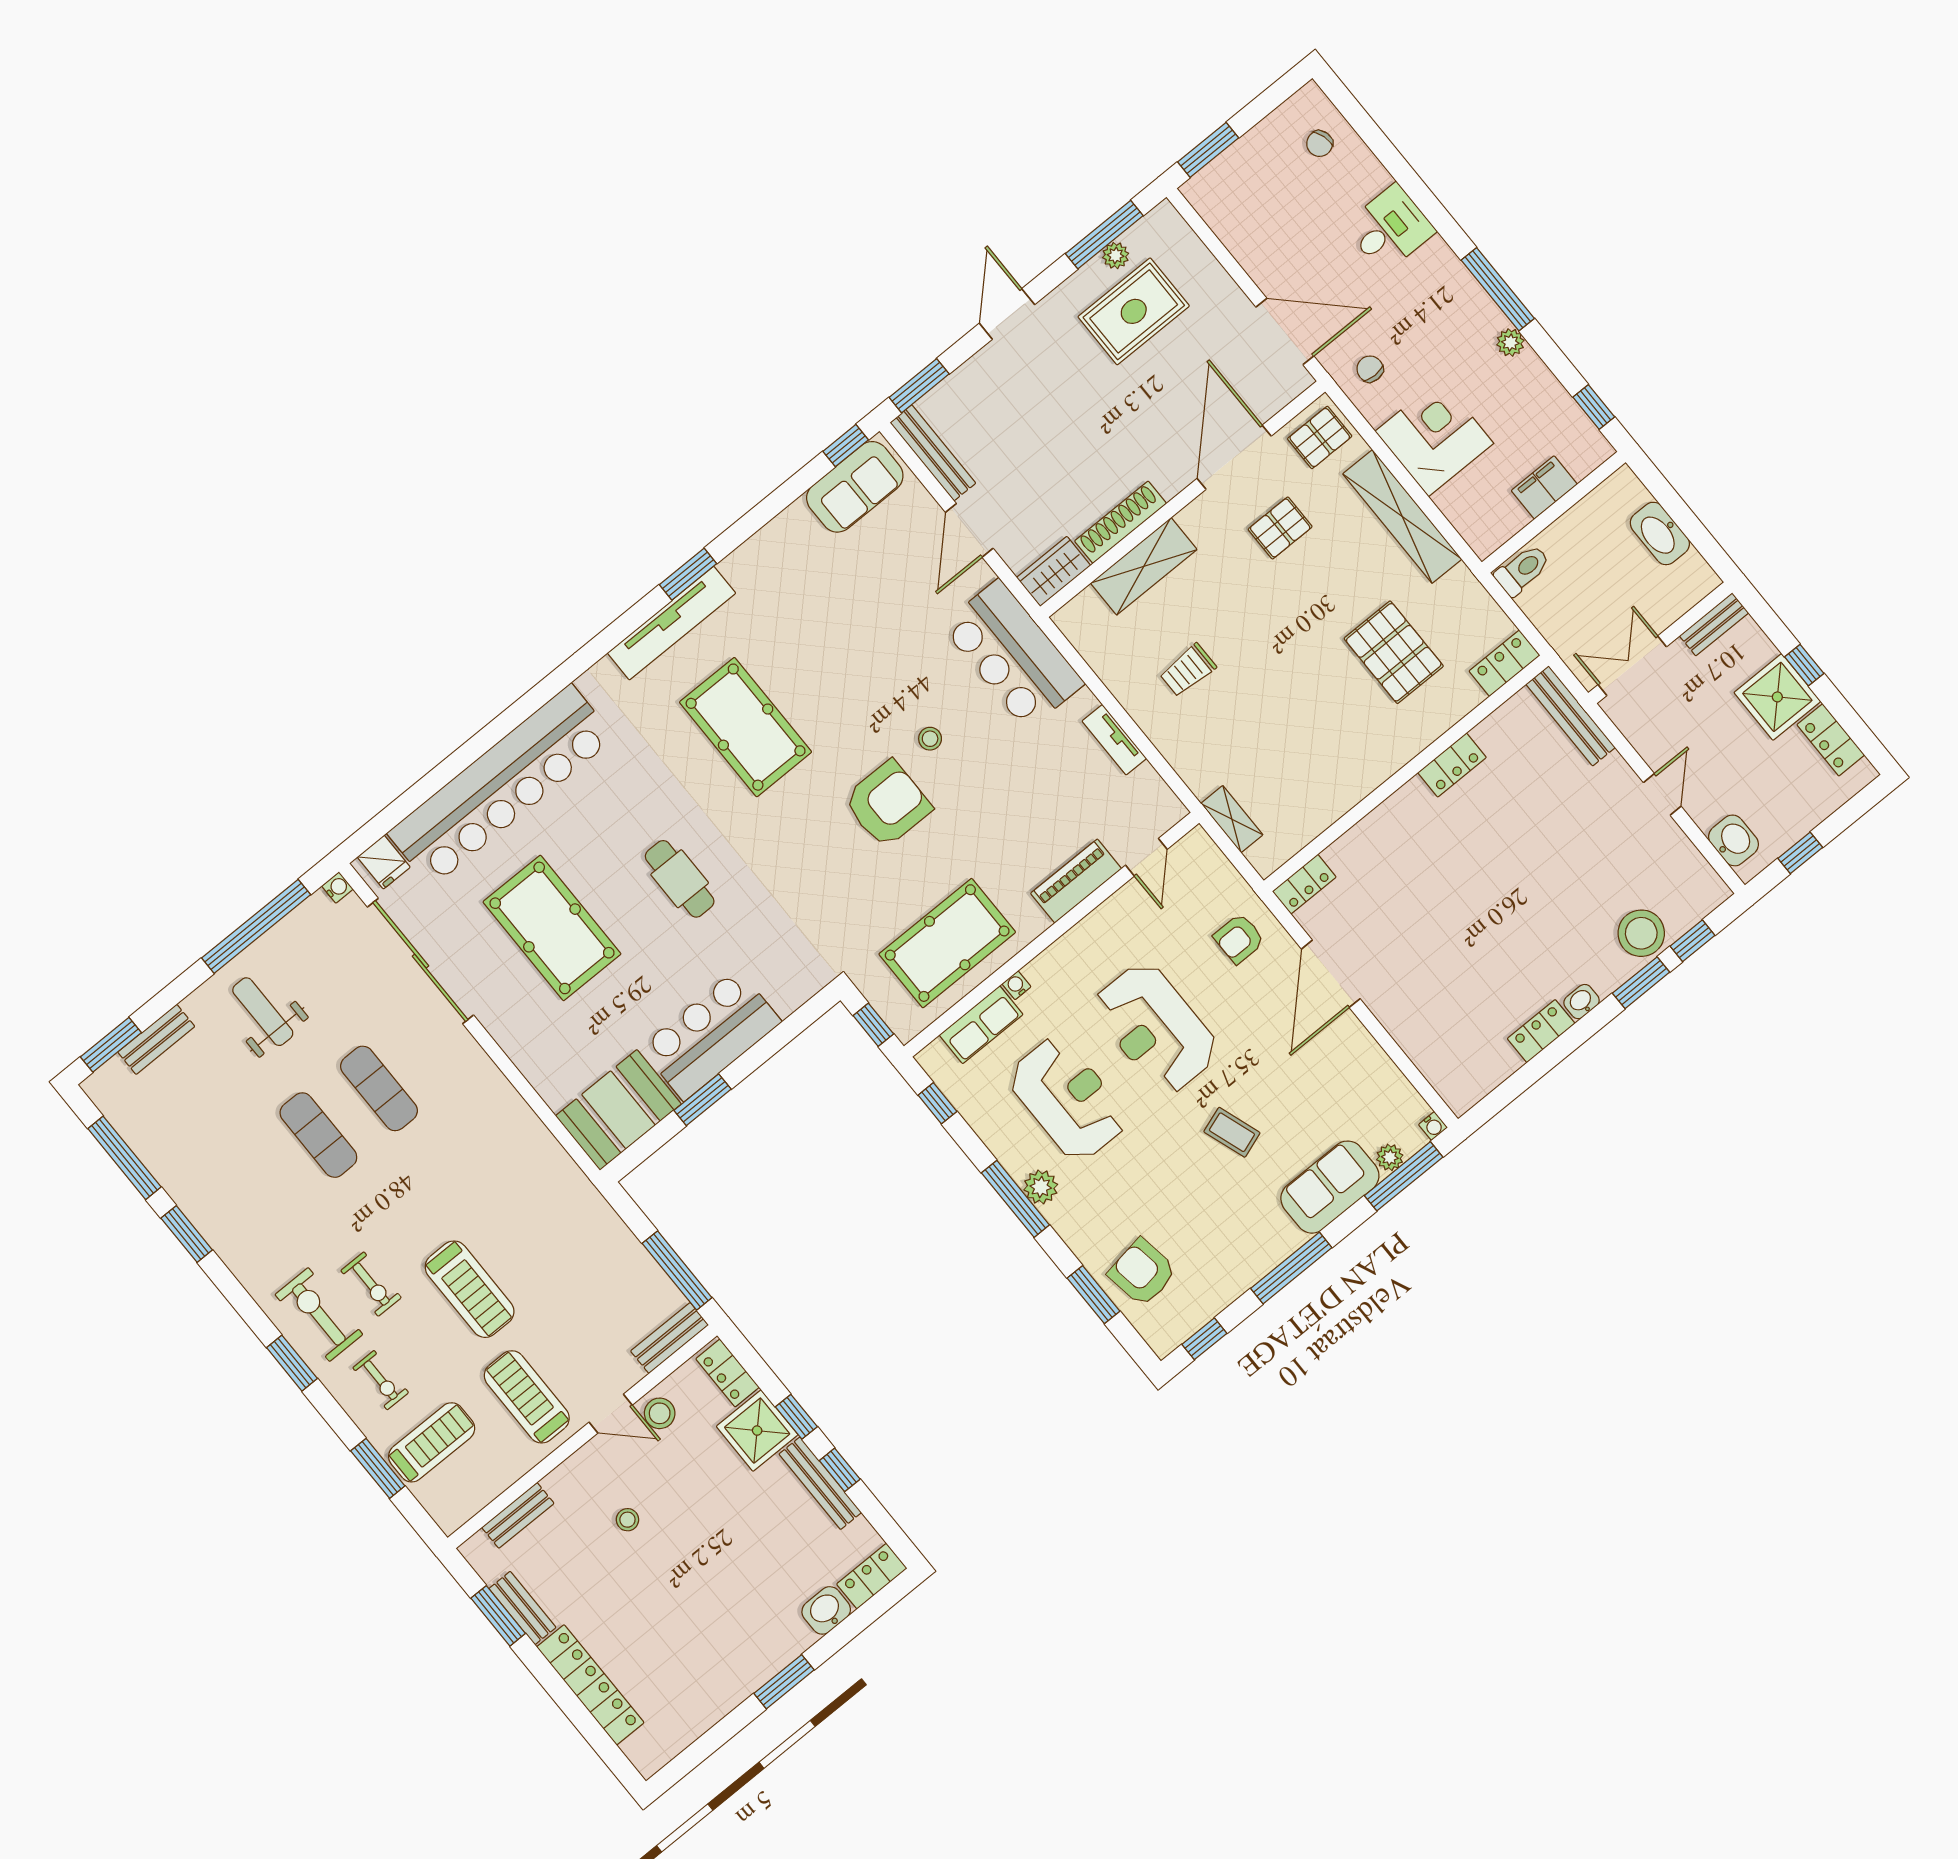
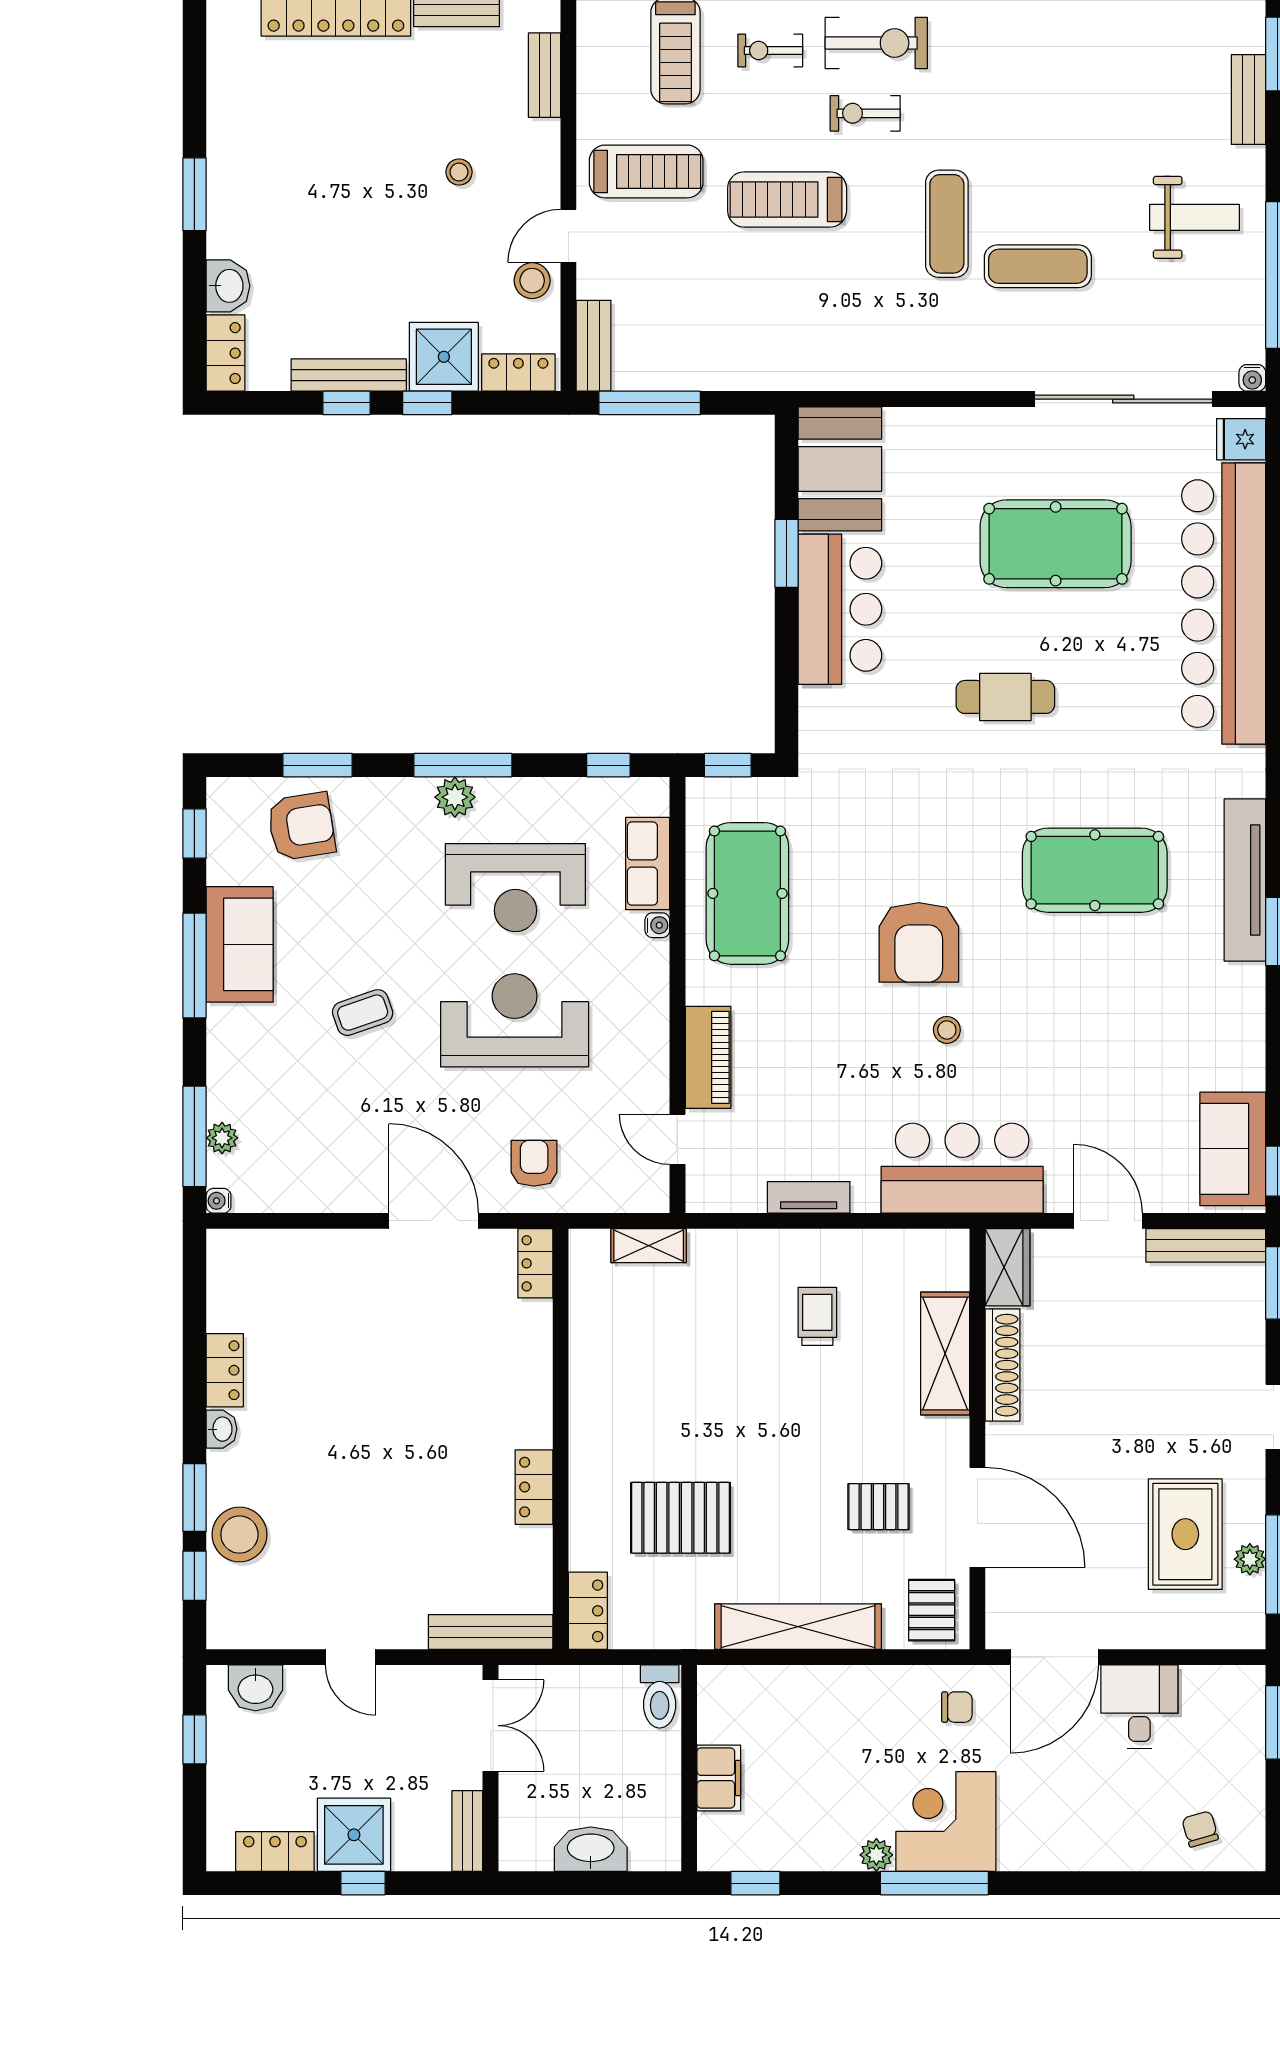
desk: (1390, 228) -> (1139, 1707), moved, turned 180
corner desk: (1434, 437) -> (946, 1821), moved, turned 180
pallet: (1280, 528) -> (879, 1507), turned 90
exercise mat: (318, 1135) -> (947, 224), moved, turned 90
sofa: (1330, 1187) -> (240, 944), moved

